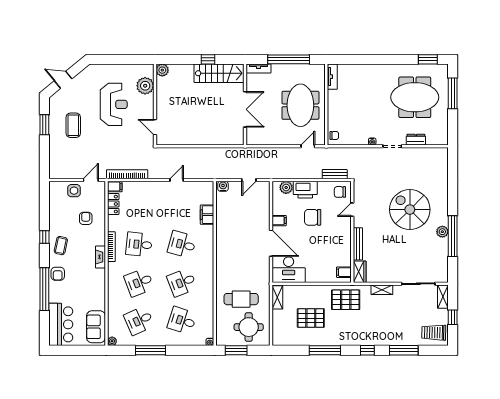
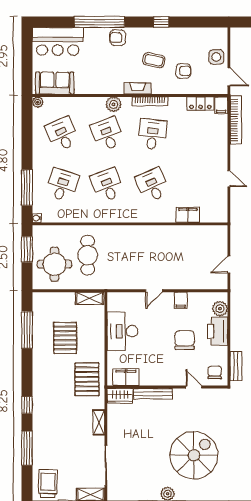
door: (249, 180) -> (229, 265), hinge flipped
water cooler: (223, 186) -> (221, 234), removed
door: (271, 243) -> (154, 291), width x0.53
desk: (182, 244) -> (153, 185), turned -39
coffee table: (61, 246) -> (154, 60), moved
desk: (289, 270) -> (123, 331), moved
filing cabinet: (344, 272) -> (126, 377), width x2.00
plant: (114, 277) -> (113, 104), added
window: (151, 350) -> (27, 188), moved
window: (325, 350) -> (27, 330), moved

